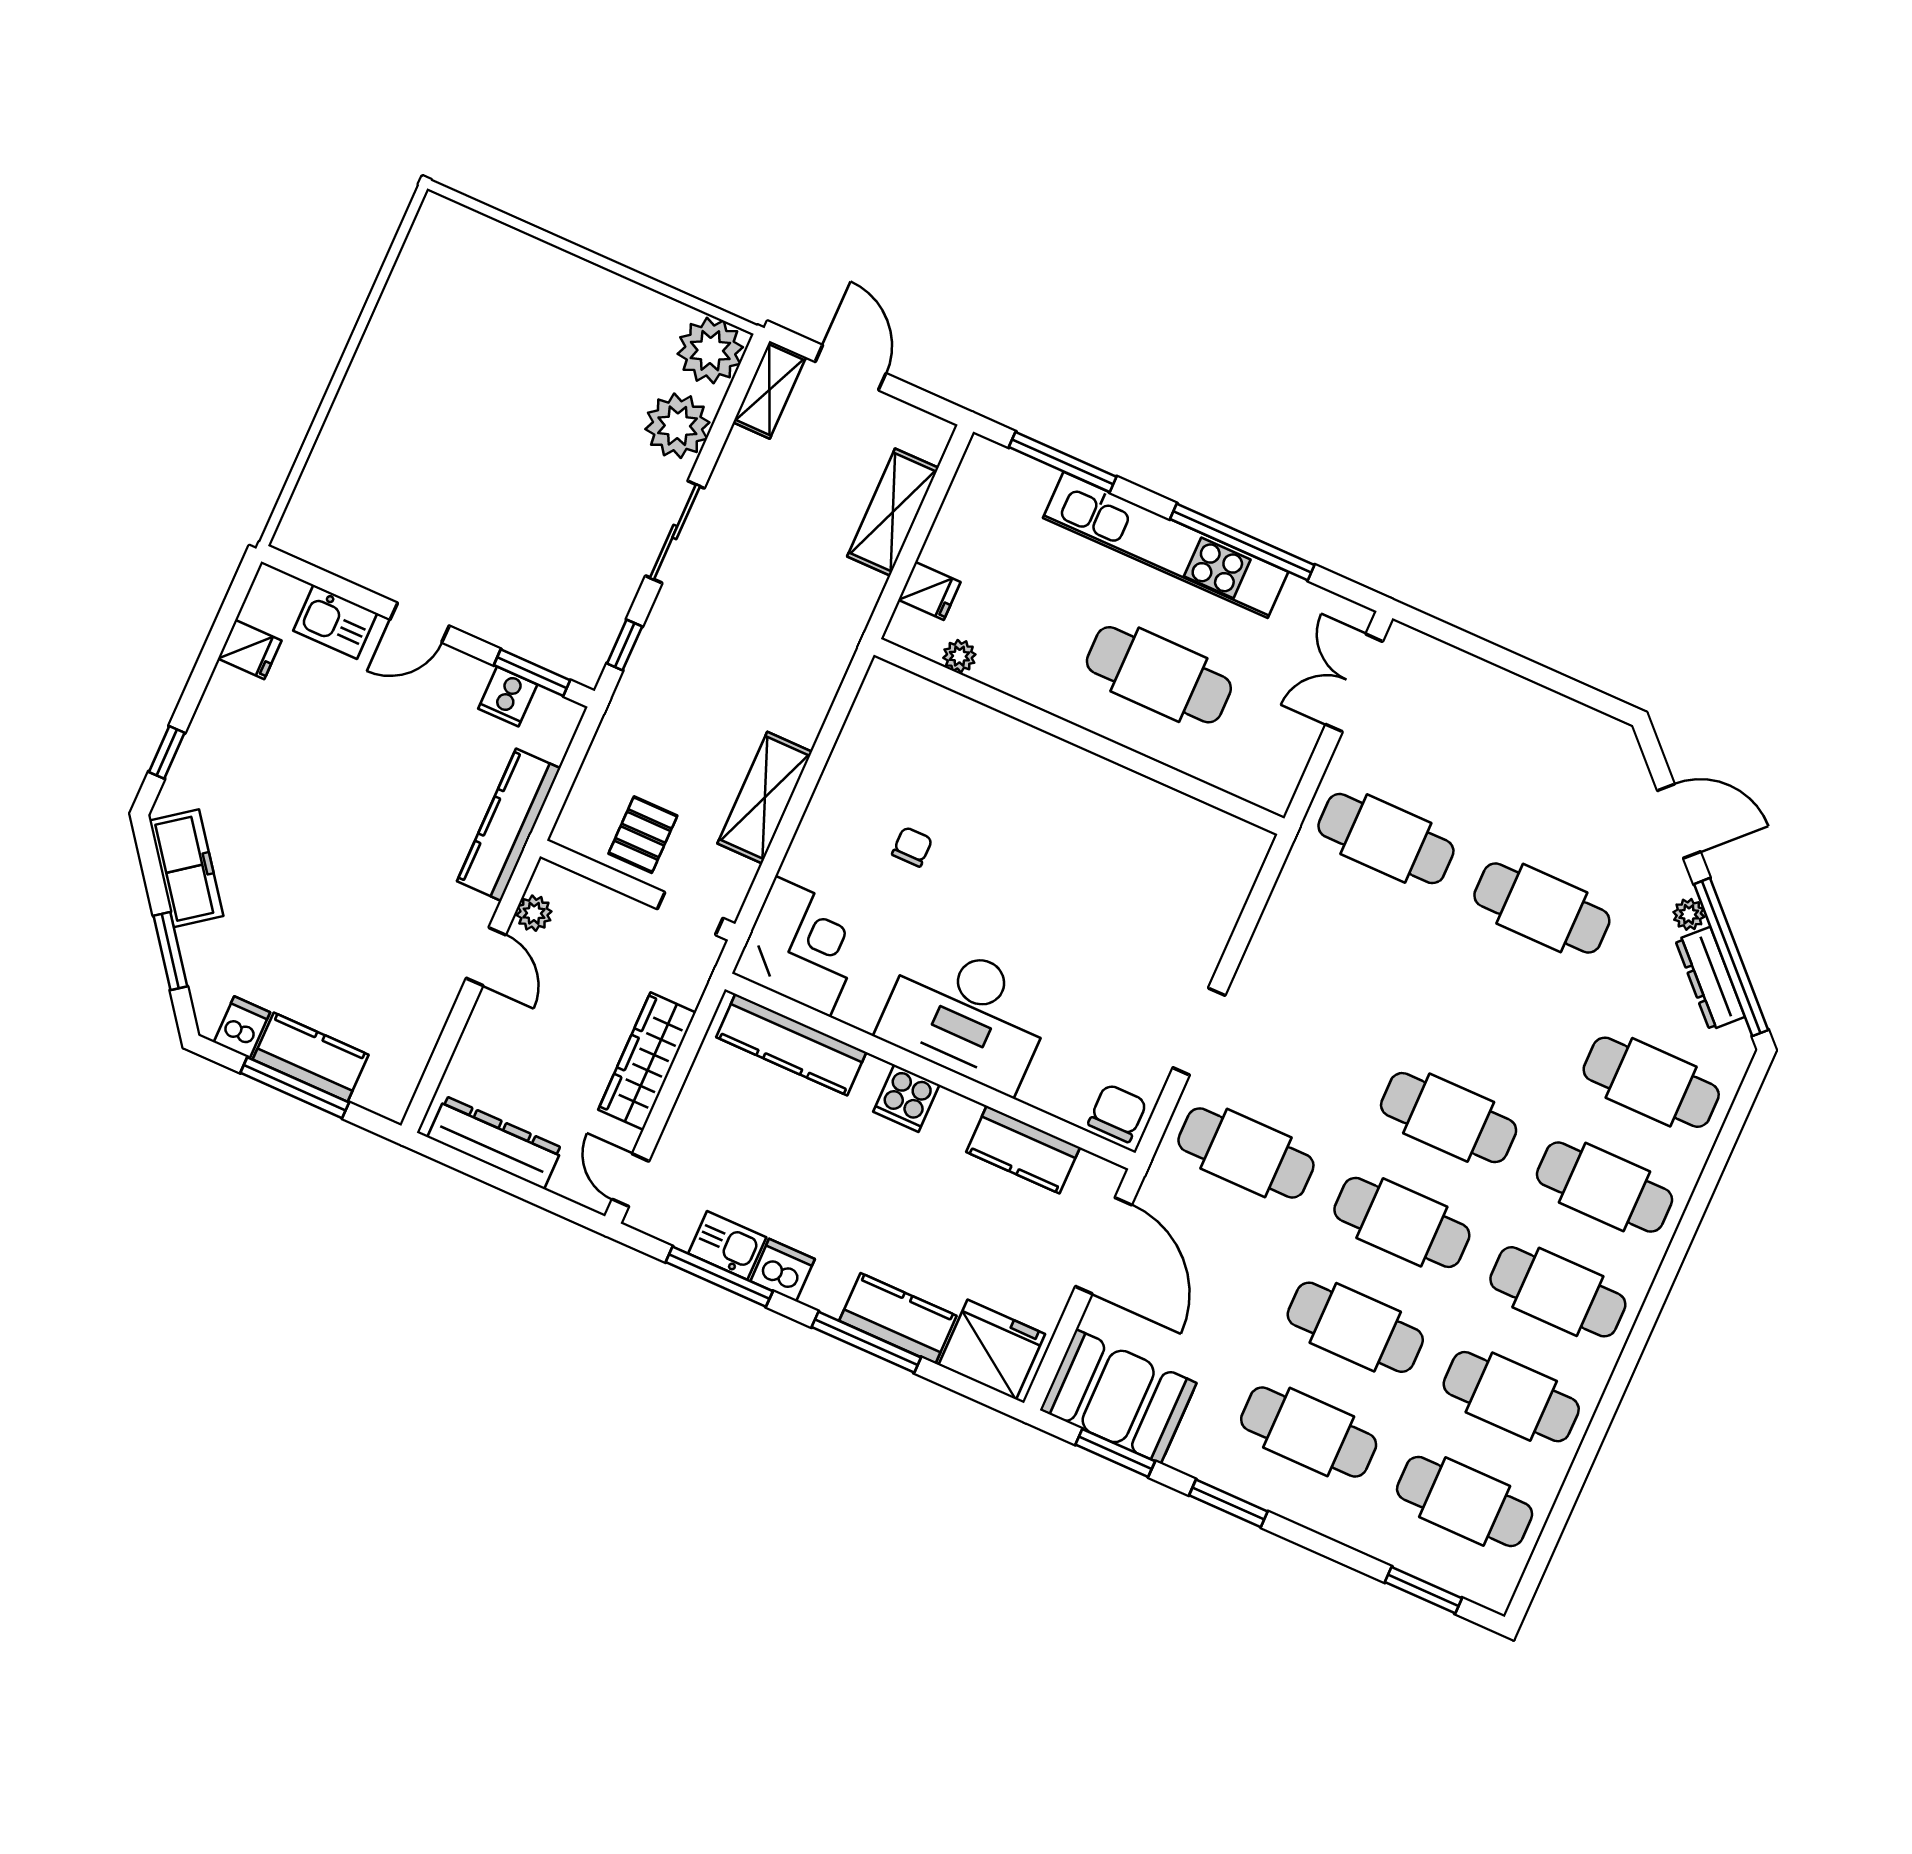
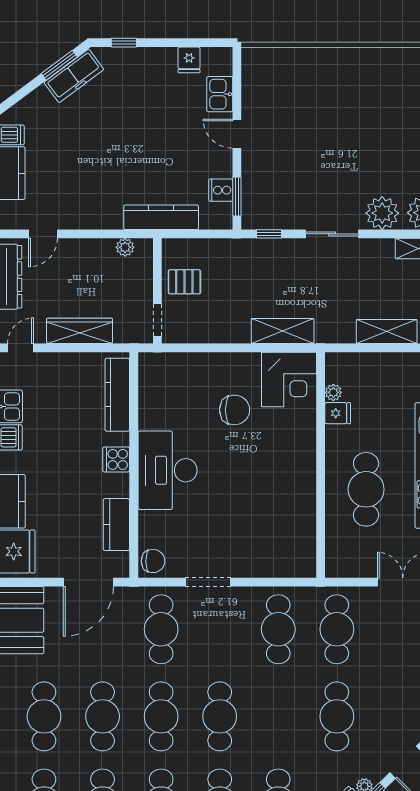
fridge: (929, 591) -> (338, 413), moved, turned -90
shelving: (765, 798) -> (283, 331), moved
chair: (912, 847) -> (235, 410), width x1.87, depth x1.87
cafe table: (1339, 943) -> (278, 629), added
corner desk: (802, 946) -> (289, 379), moved
window: (170, 951) -> (59, 65), moved
door: (486, 957) -> (43, 234), moved

